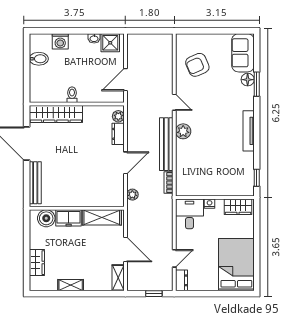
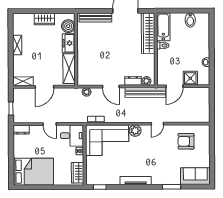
washing machine: (60, 41) -> (204, 36), removed
shower: (110, 43) -> (190, 78), moved
armchair: (197, 65) -> (186, 141), turned -66
door: (125, 80) -> (174, 86), swing flipped
floor lamp: (248, 80) -> (175, 180), removed
bathtub: (48, 94) -> (163, 27), added
bench: (166, 144) -> (145, 92), moved
corner sofa: (196, 168) -> (107, 140), added
door: (174, 258) -> (50, 124), moved
wardrobe: (37, 263) -> (44, 19), moved

